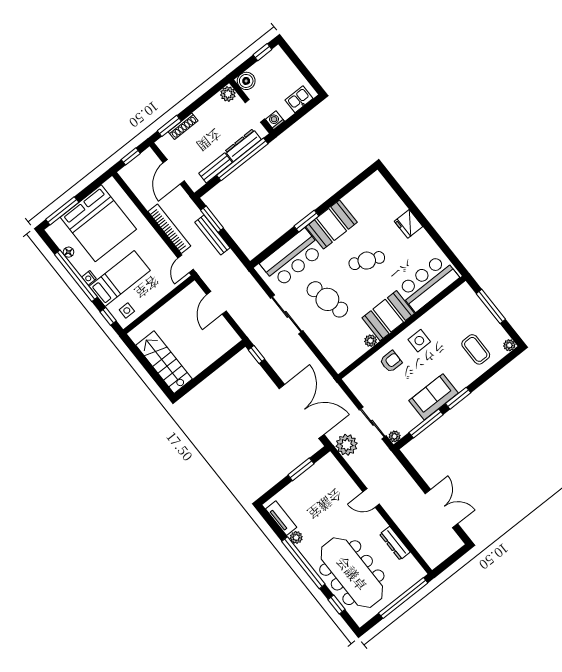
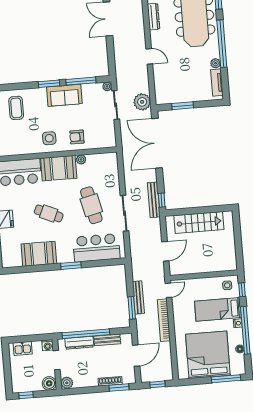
booth: (331, 225) -> (39, 254), moved
bench: (265, 349) -> (154, 200), added
stairs: (164, 362) -> (199, 222), moved, turned -90

